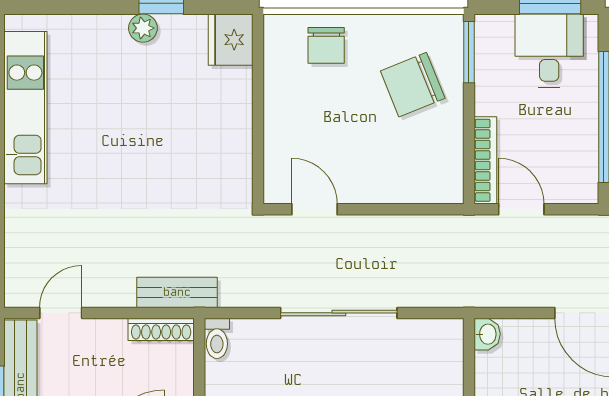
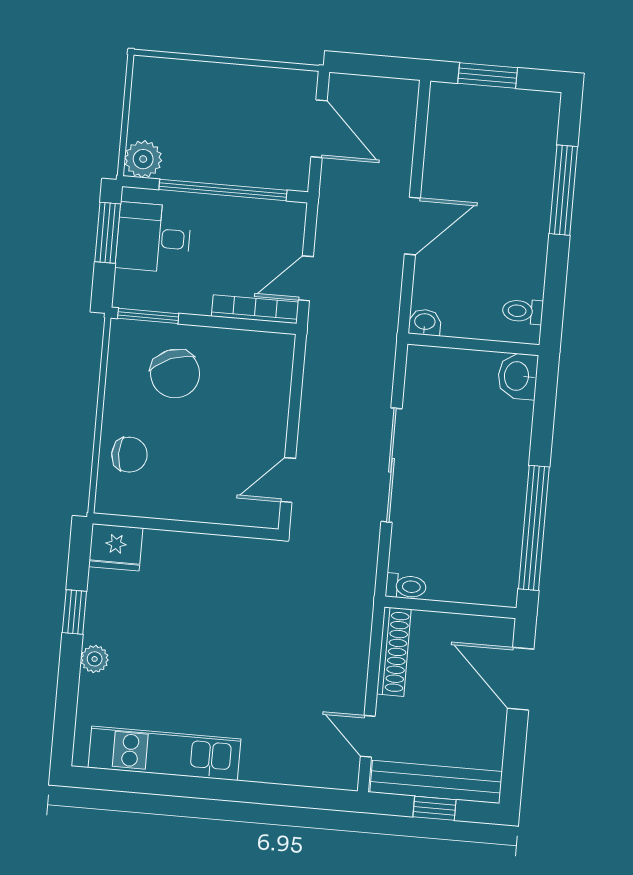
plant: (143, 28) -> (95, 659), moved
bench: (177, 292) -> (358, 621), removed
shoe rack: (161, 329) -> (394, 652), width x1.36, depth x1.24

